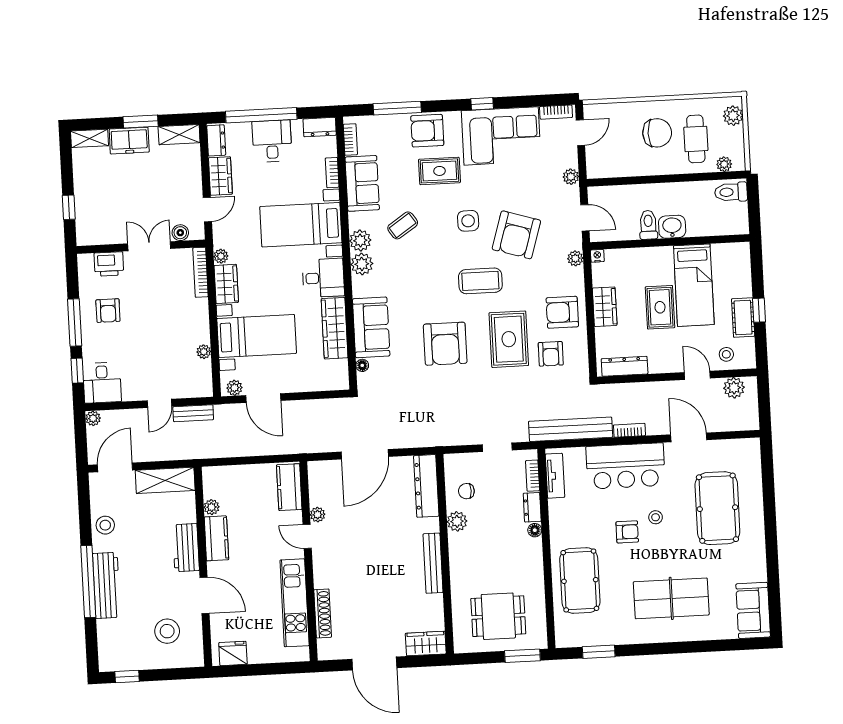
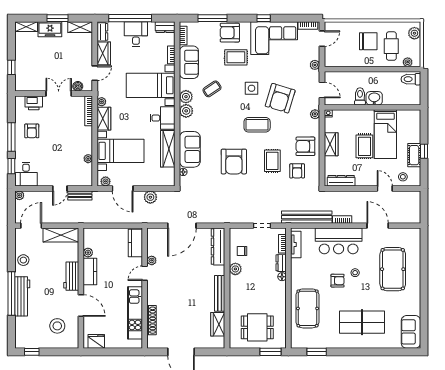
rug: (509, 339) -> (272, 161), width x0.73, depth x0.70
plant: (734, 388) -> (150, 197), moved
door: (307, 536) -> (145, 273), hinge flipped
wardrobe: (426, 644) -> (218, 324), moved, turned -90

